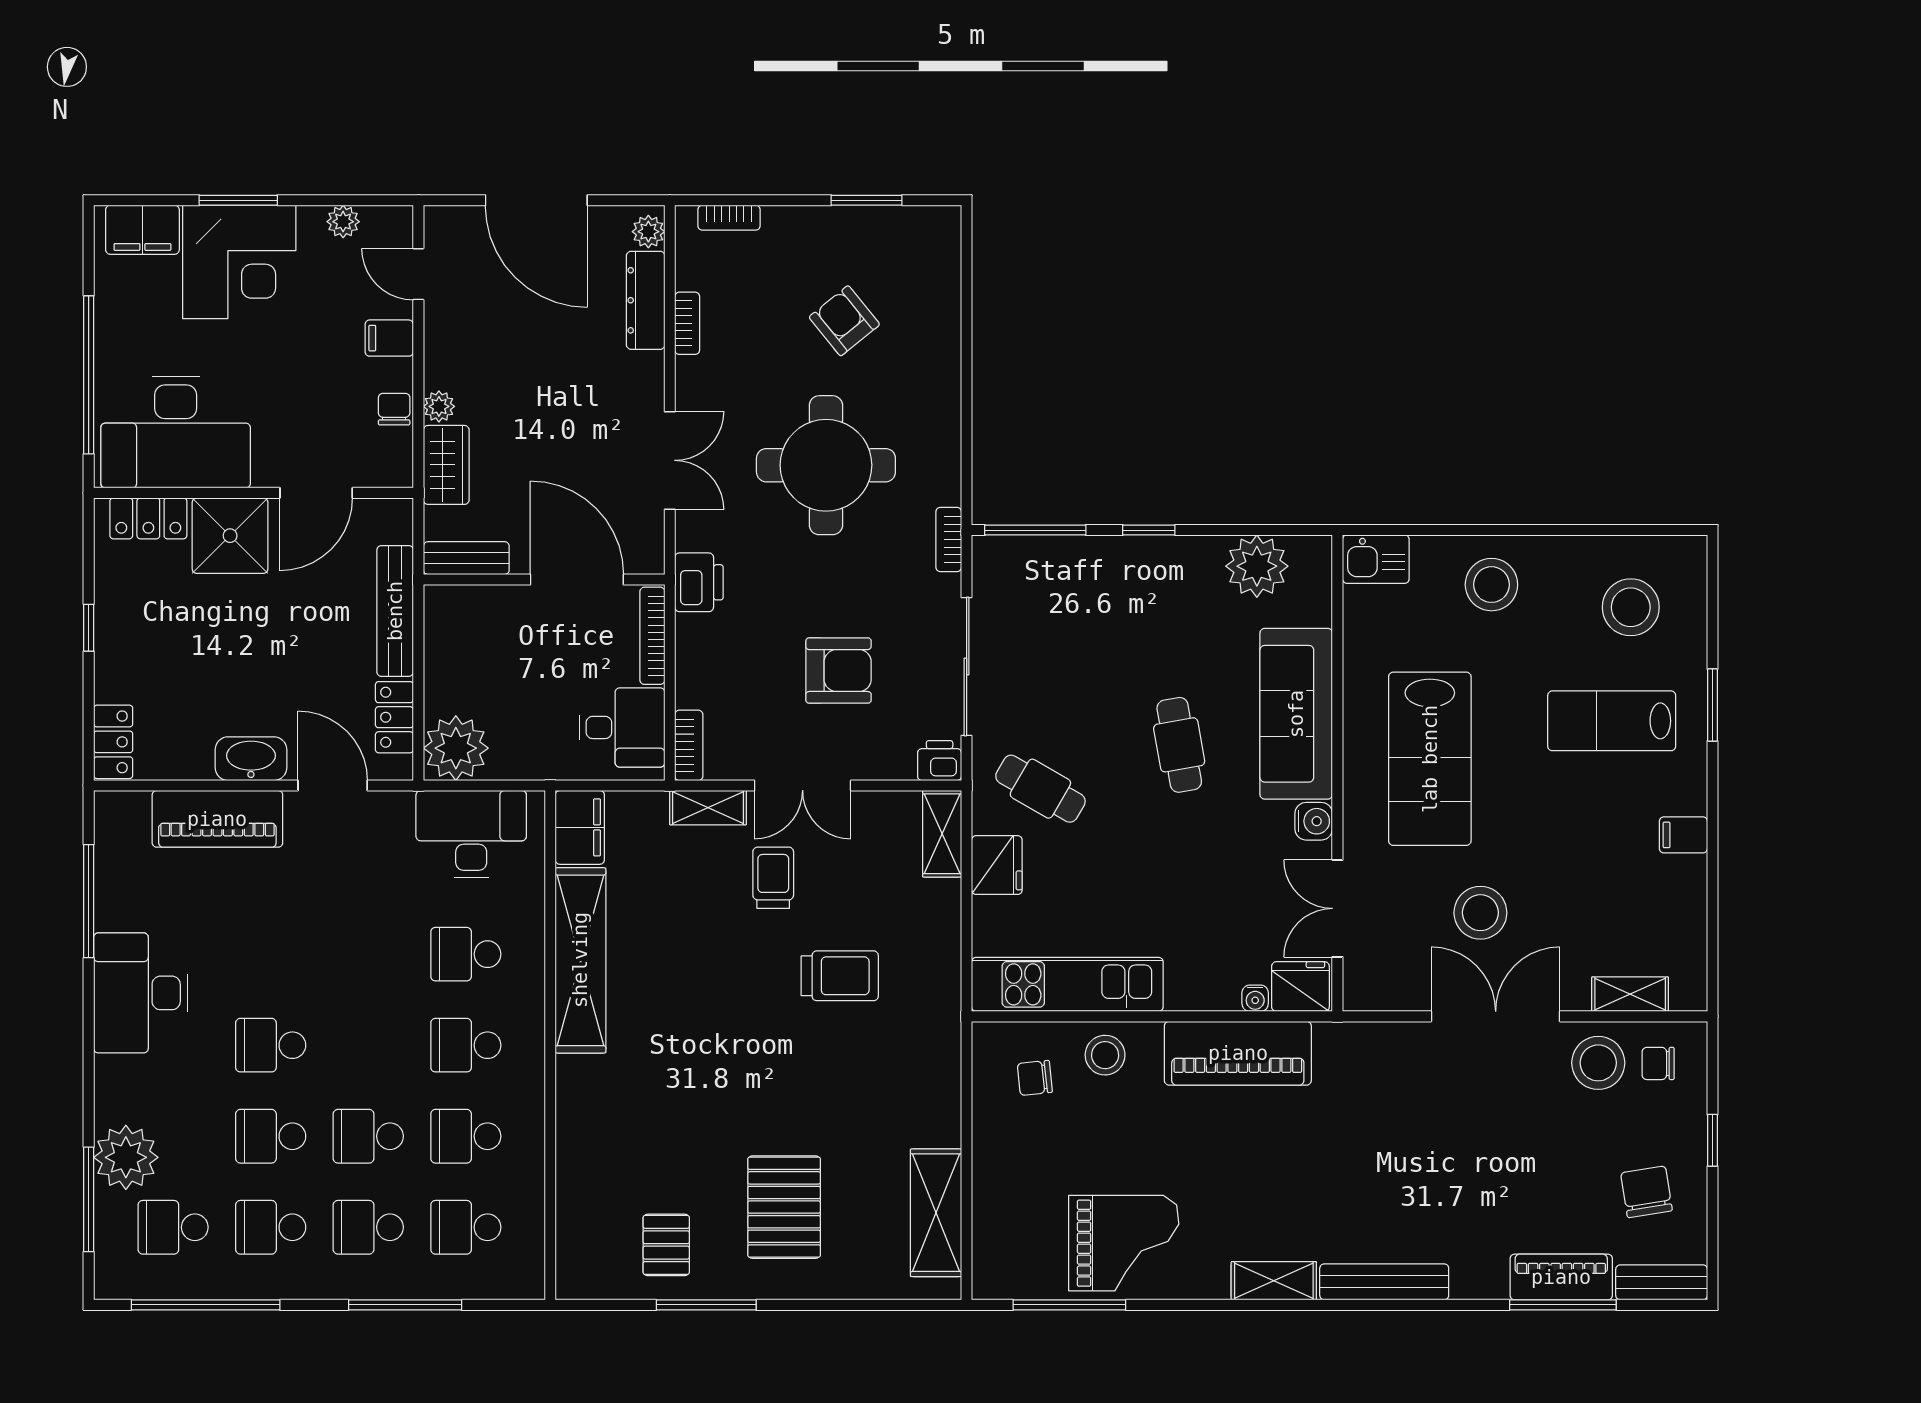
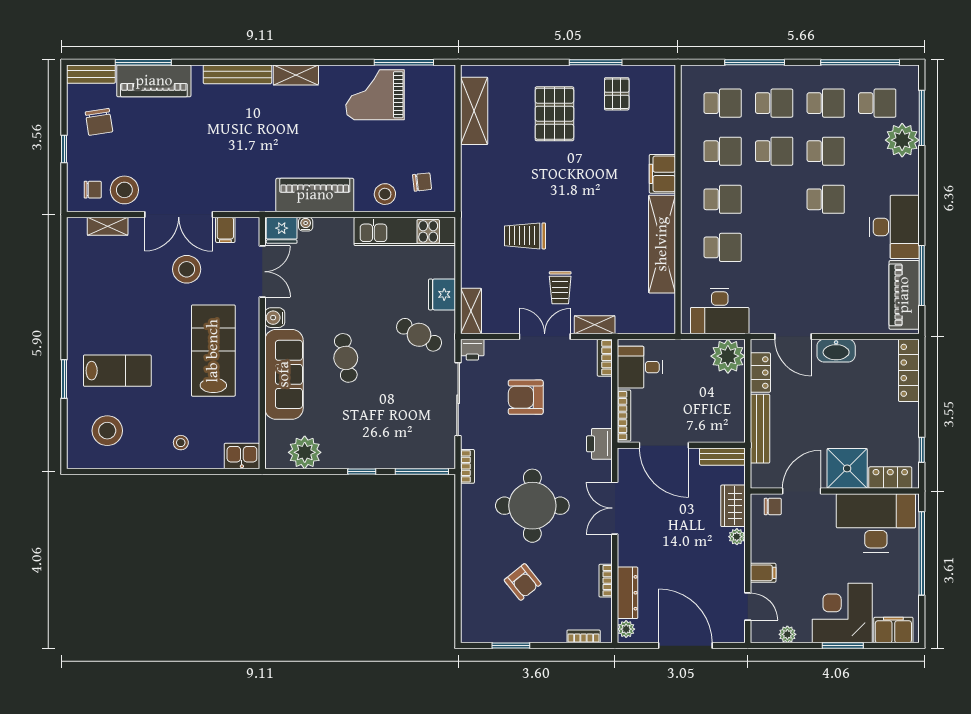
chair: (394, 409) -> (773, 506), moved, turned -90
stool: (1491, 585) -> (181, 443), width x0.53, depth x0.53
window: (89, 628) -> (922, 450), moved
locker: (113, 742) -> (909, 370), width x1.53
piano: (217, 819) -> (904, 295), moved, turned -90
filing cabinet: (580, 827) -> (662, 174), moved
filing cabinet: (1683, 835) -> (225, 230), moved, turned 90
piano: (1561, 1277) -> (154, 81), width x1.37, depth x1.33

